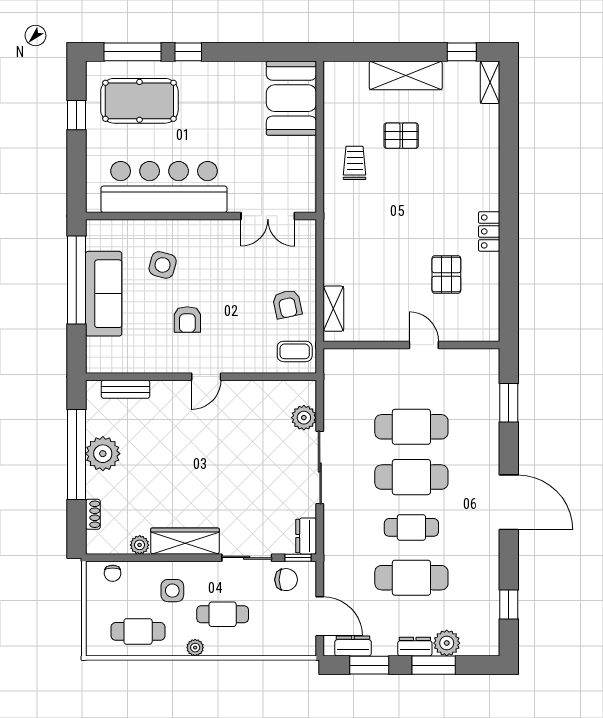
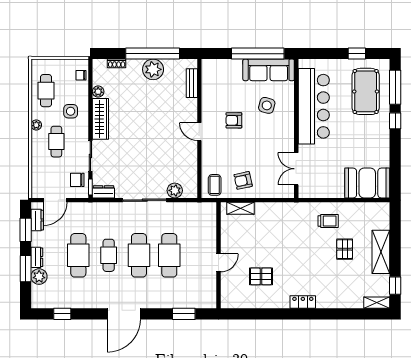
locker: (489, 231) -> (303, 302), moved
sofa: (104, 294) -> (269, 70), moved
chair: (286, 580) -> (77, 180), turned 90

